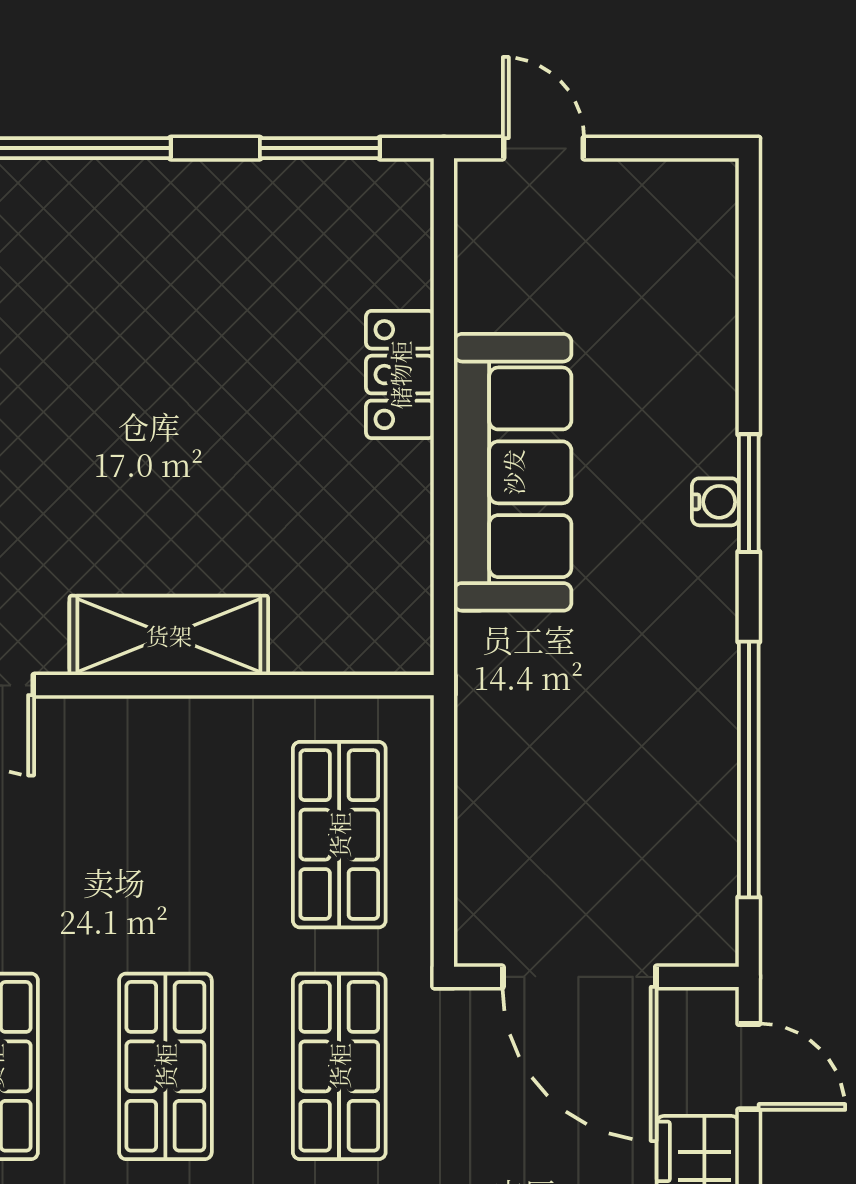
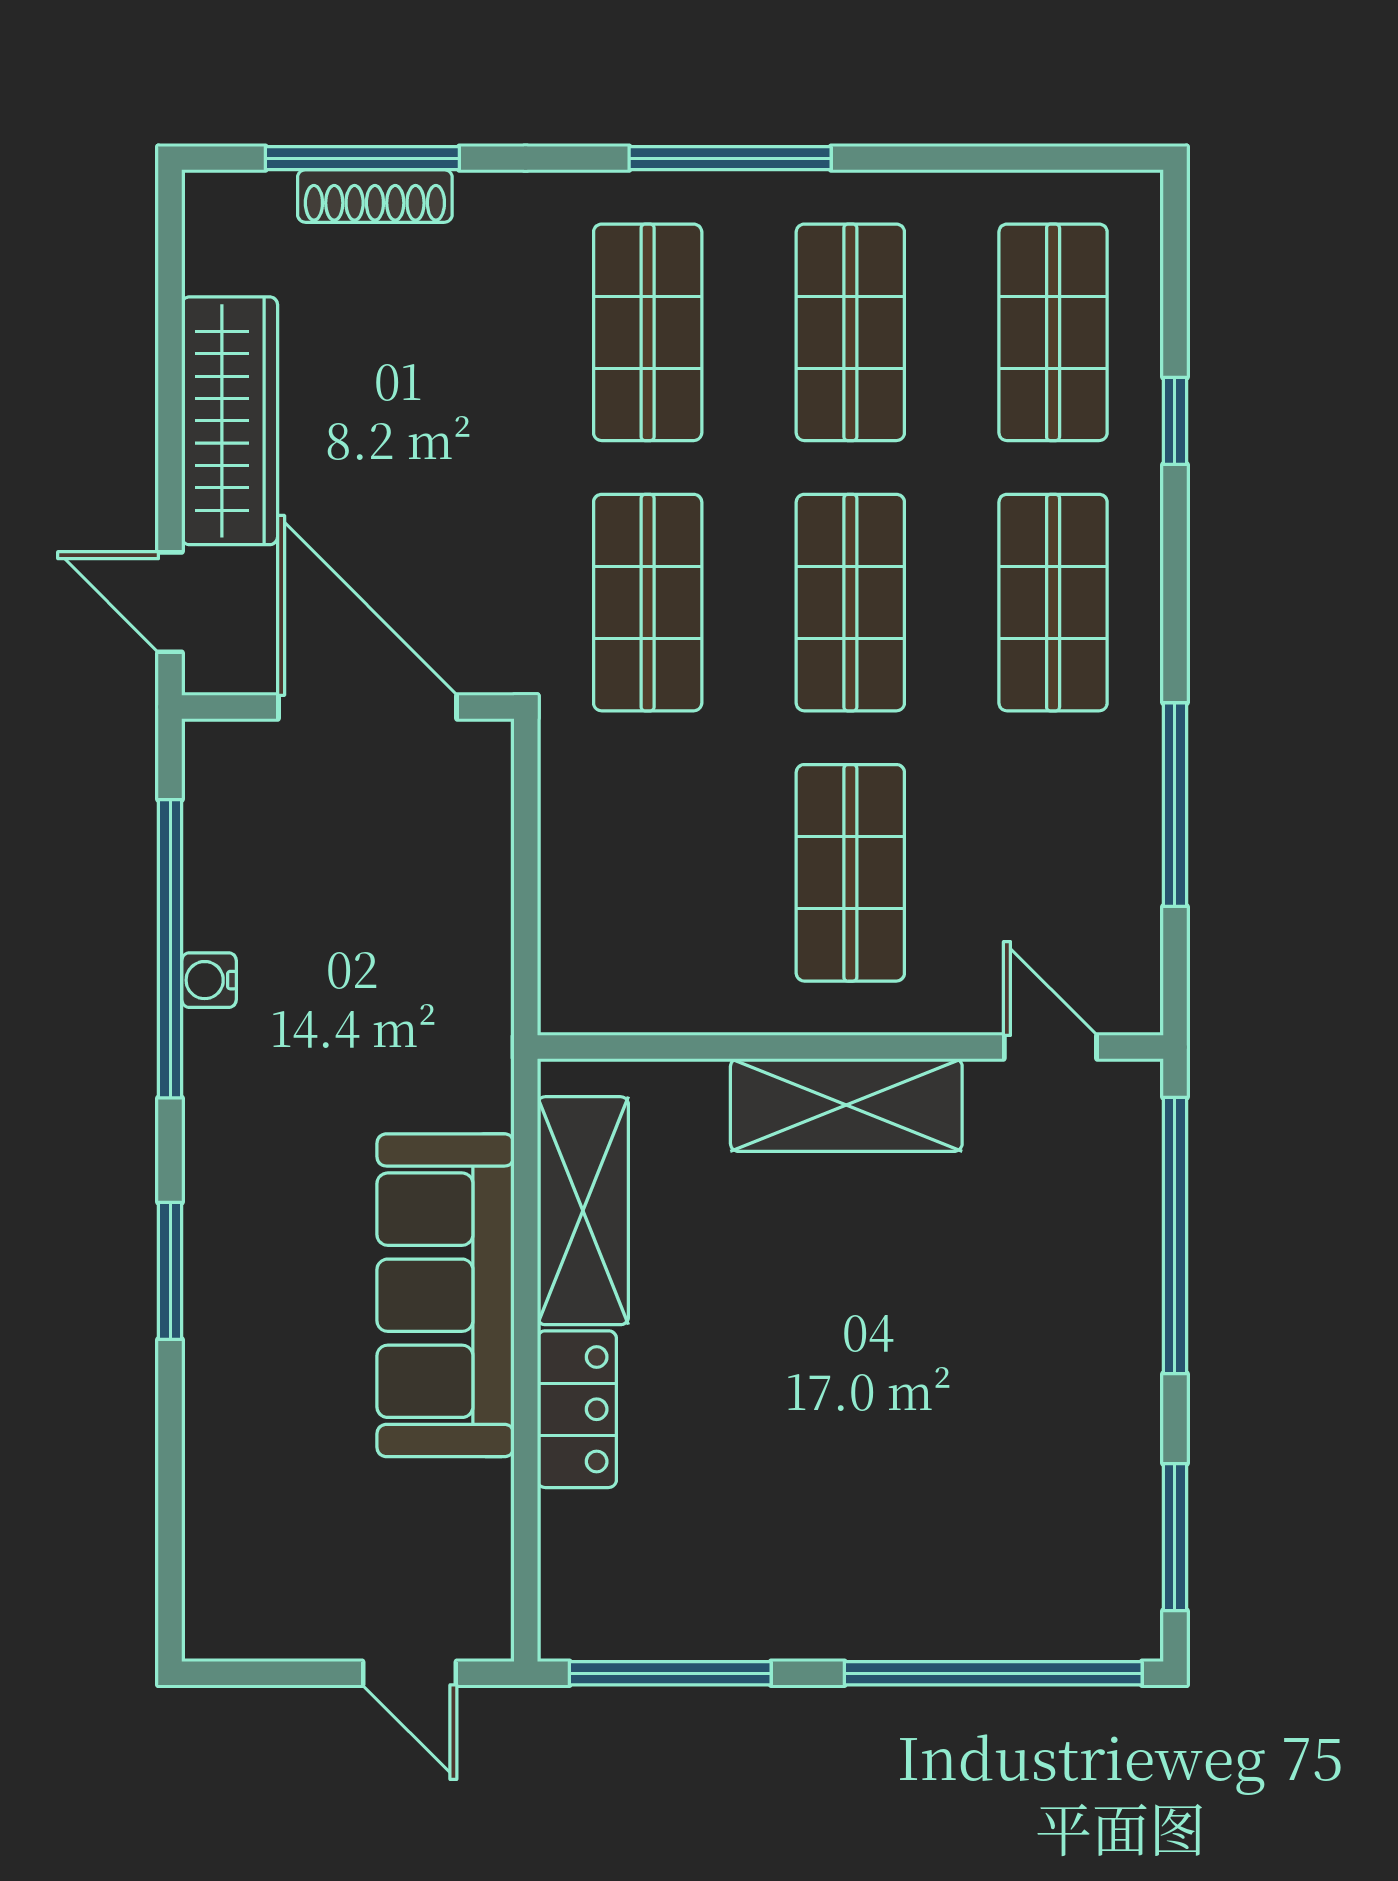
window: (320, 148) -> (670, 1673), width x1.44
water cooler: (715, 502) -> (209, 980), moved
shelving: (395, 545) -> (583, 1211), added
shop shelf: (339, 835) -> (850, 873), moved

